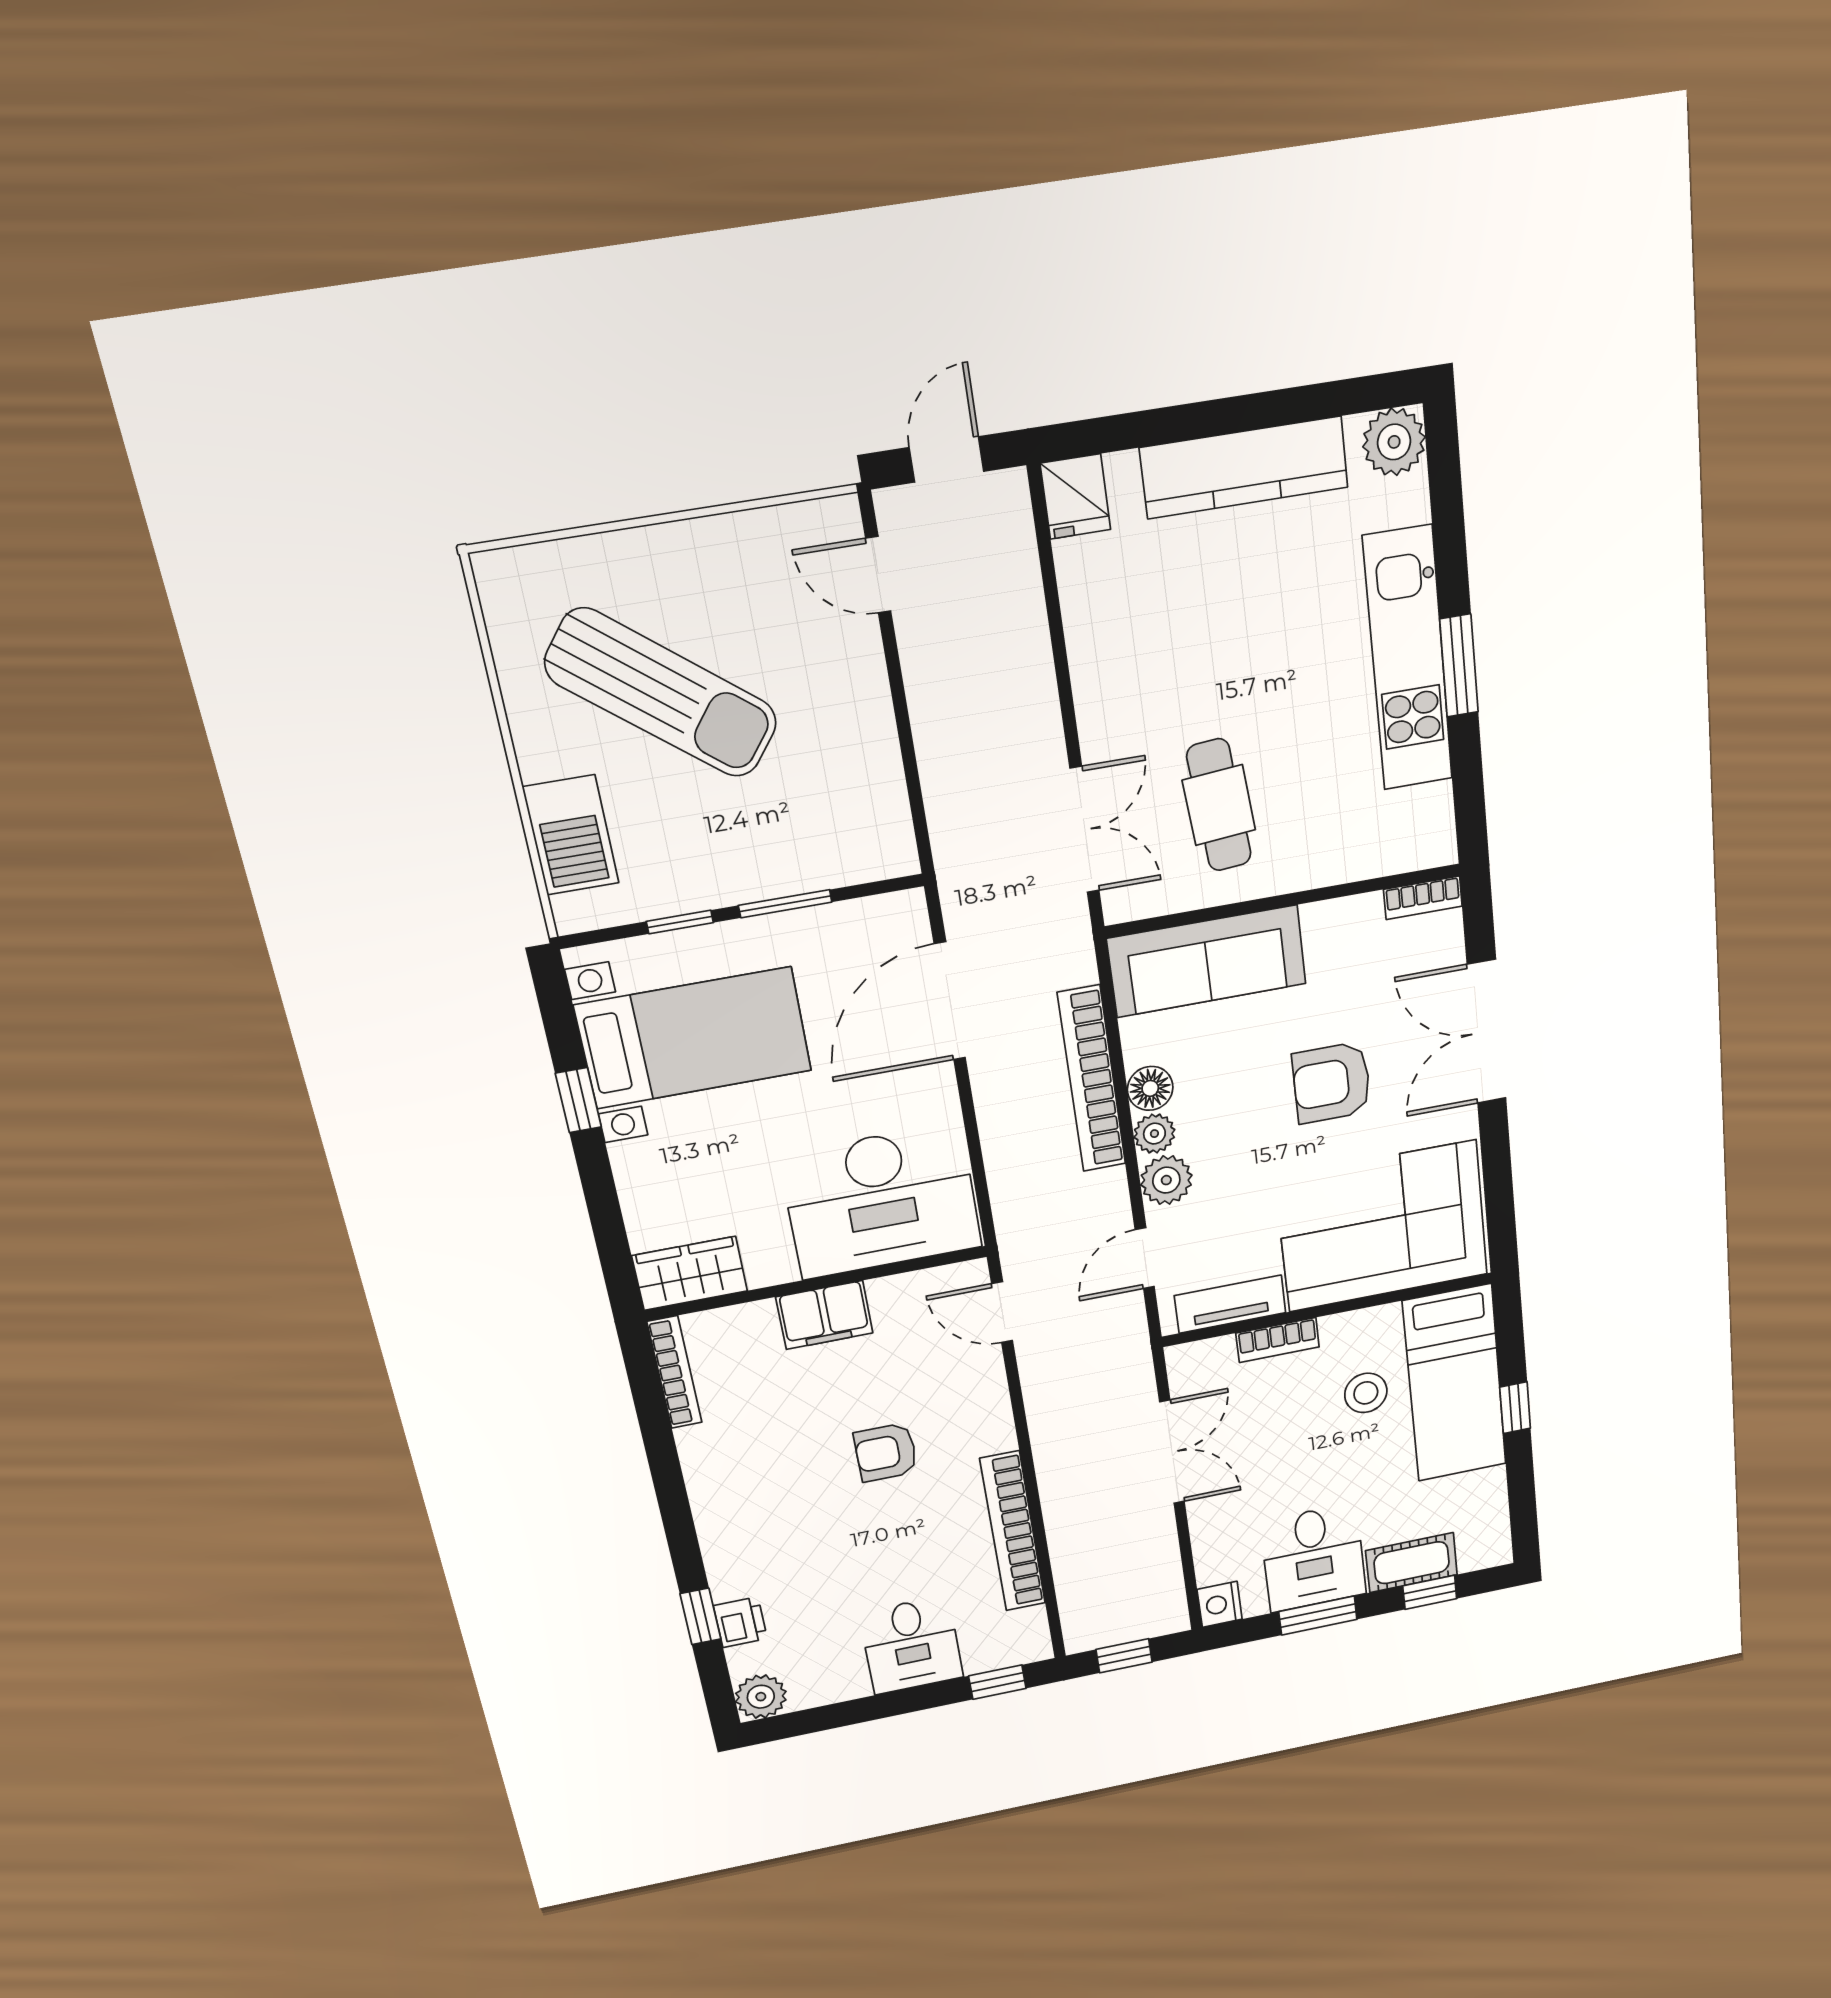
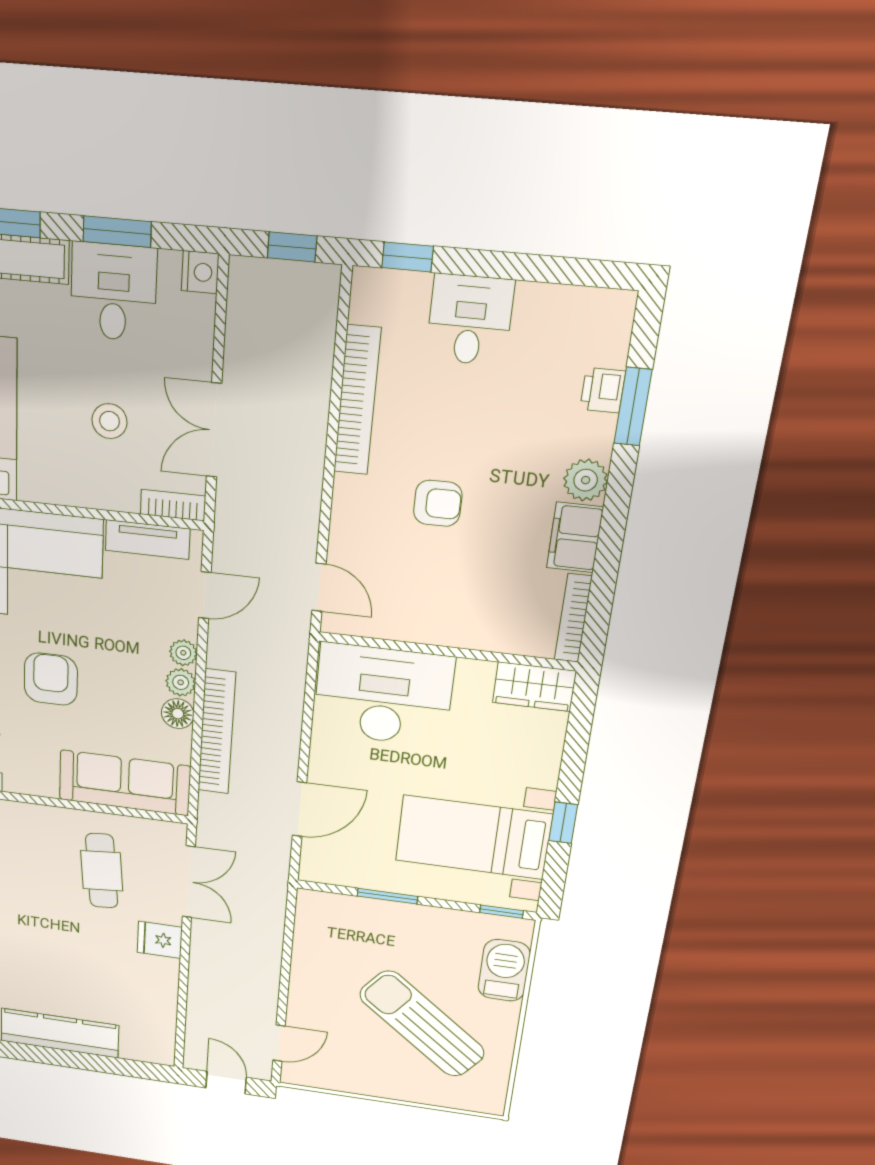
door: (946, 459) -> (226, 1083), swing flipped
fridge: (1075, 496) -> (160, 940), moved, turned -90
door: (878, 575) -> (279, 1043), hinge flipped
double door: (1085, 830) -> (189, 882), swing flipped
window: (680, 922) -> (502, 912), moved
door: (950, 1001) -> (299, 809), width x0.73
armchair: (1332, 1083) -> (51, 679), turned -90
plant: (1166, 1180) -> (183, 653), width x0.73, depth x0.73
filing cabinet: (824, 1315) -> (575, 537), moved, turned -90
bookcase: (1278, 1340) -> (173, 505), moved
stool: (1366, 1393) -> (110, 421), moved
window: (700, 1616) -> (633, 407), width x1.50
plant: (761, 1697) -> (586, 480), moved

